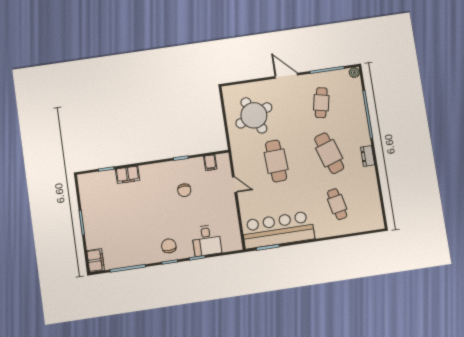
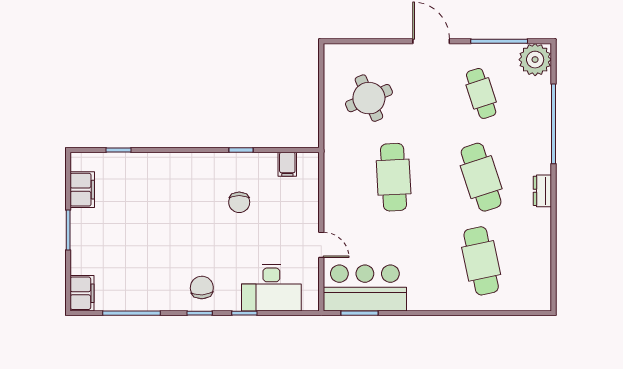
plant: (354, 72) -> (535, 60), width x1.88, depth x1.88
cafe table: (321, 103) -> (481, 93), turned -30
round table: (254, 115) -> (369, 98), width x0.73, depth x0.73
filing cabinet: (128, 175) -> (82, 190), moved, turned -90
door: (235, 185) -> (321, 245), moved
cafe table: (337, 204) -> (481, 261), width x1.37, depth x1.35
bar counter: (278, 230) -> (365, 288), width x0.73
desk: (207, 240) -> (271, 288), width x1.37

